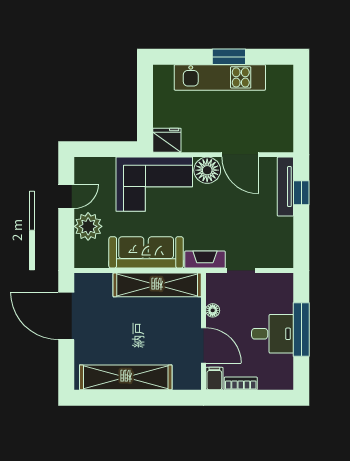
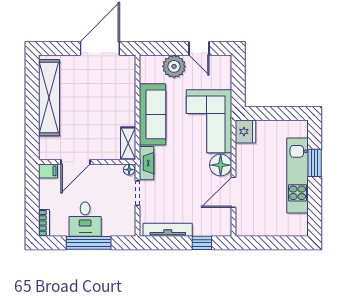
window: (229, 57) -> (315, 163), moved
tv unit: (285, 187) -> (168, 230), moved
shelving: (157, 285) -> (128, 143), width x0.45, depth x0.75
floor lamp: (213, 310) -> (129, 170), moved
bookcase: (241, 383) -> (44, 223), moved

